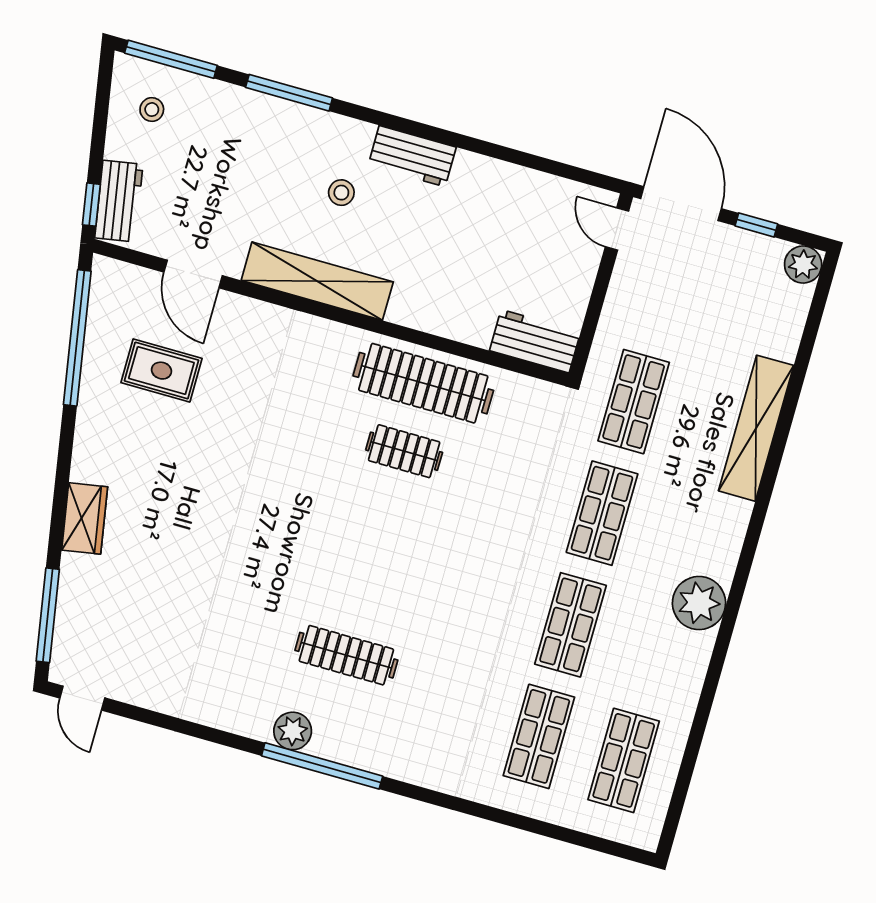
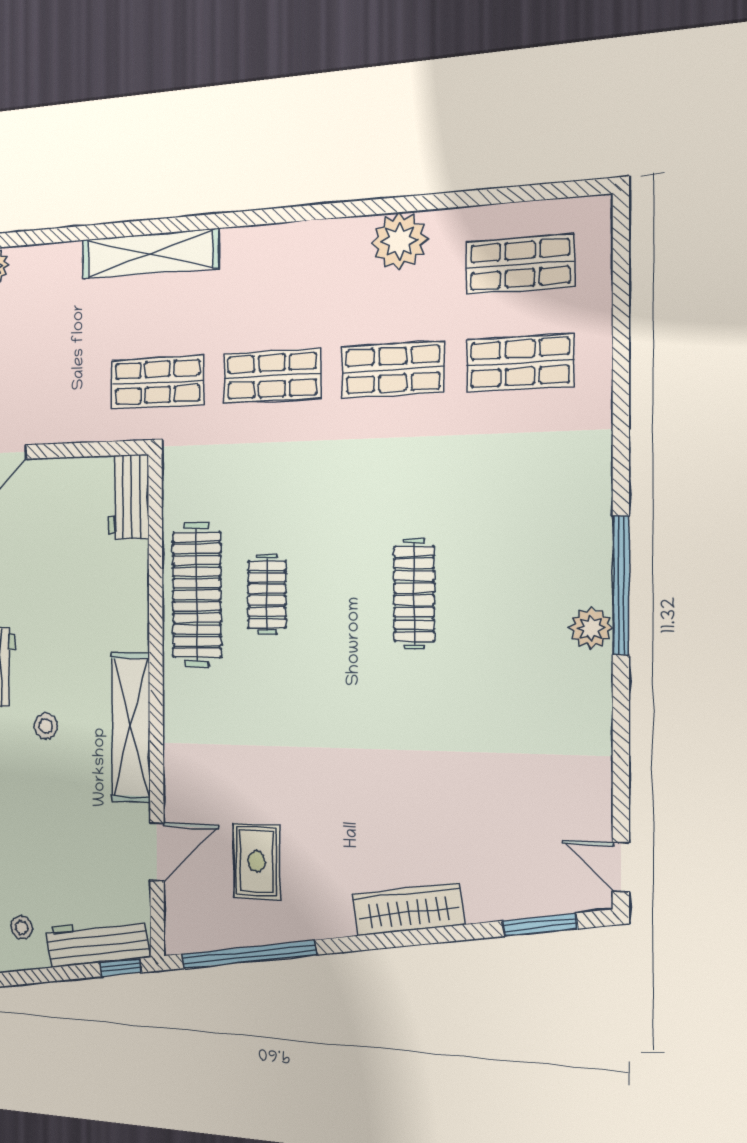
workbench: (119, 201) -> (97, 942), width x1.38
wardrobe: (85, 518) -> (408, 909), width x1.50
plant: (699, 603) -> (399, 241), moved
window: (48, 615) -> (540, 925), width x0.69
clothes rail: (346, 655) -> (414, 594), moved
door: (82, 698) -> (621, 867), swing flipped

